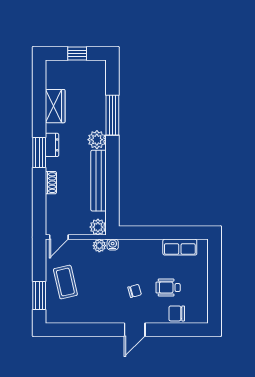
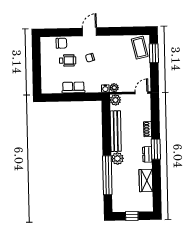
window: (112, 115) -> (107, 175), width x1.46
row of seats: (180, 247) -> (73, 87), moved
coffee table: (65, 282) -> (140, 48), moved

